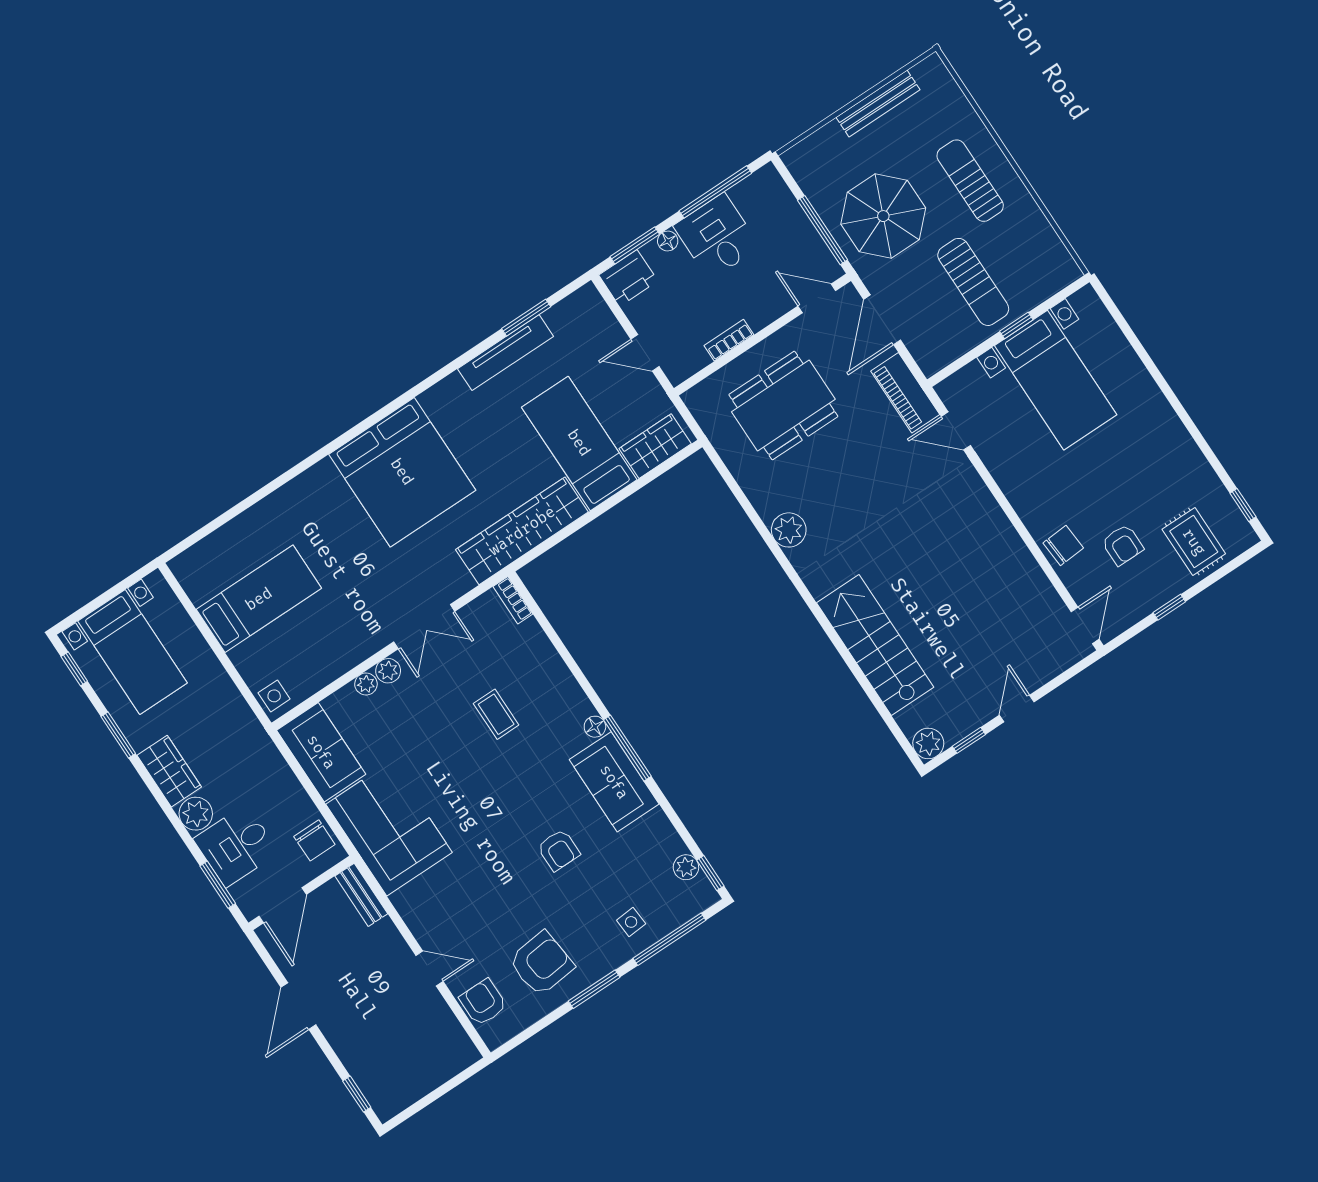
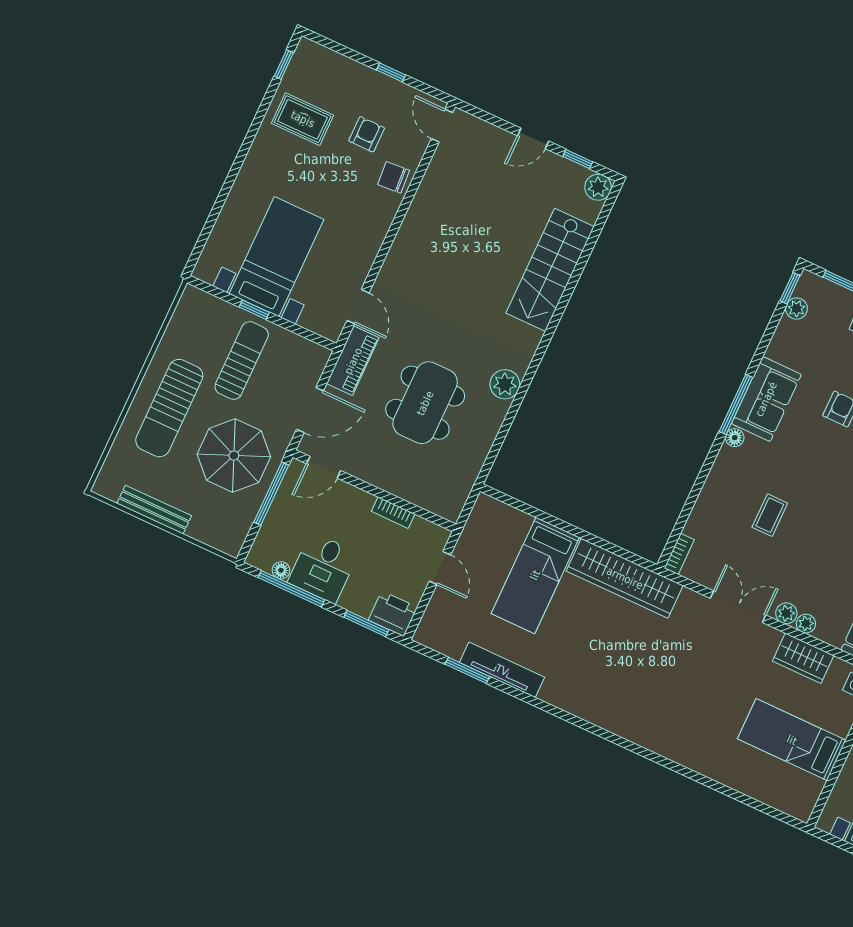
sun lounger: (970, 181) -> (169, 408), width x1.36, depth x1.34
floor lamp: (668, 241) -> (281, 570), moved
door: (817, 298) -> (324, 467), hinge flipped
dining table: (783, 406) -> (425, 403), moved, turned 90
wardrobe: (655, 446) -> (803, 658), moved
bed: (402, 472) -> (635, 692), removed
rug: (1194, 542) -> (303, 119), moved, turned 90
door: (1085, 625) -> (442, 126), hinge flipped

